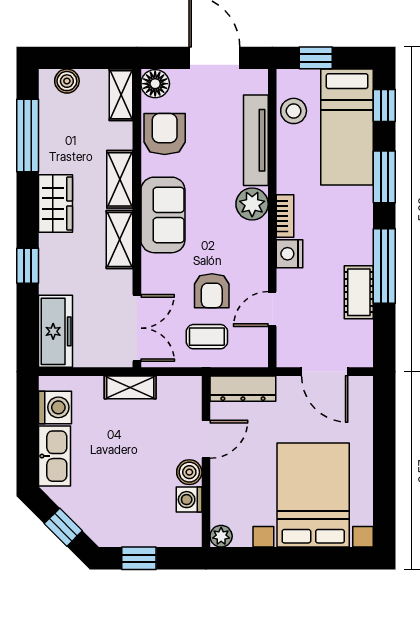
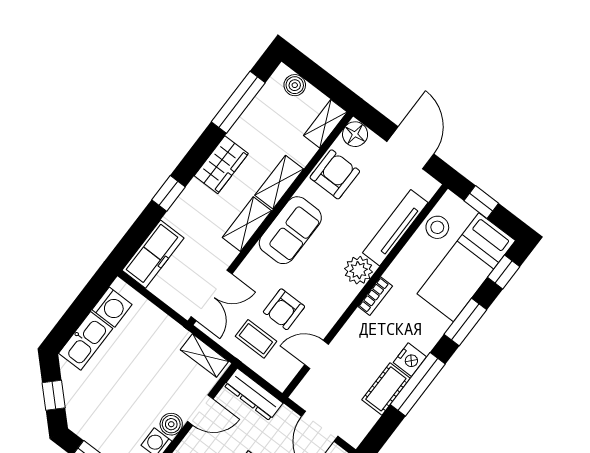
nightstand: (290, 254) -> (410, 360), moved, turned 180
shelving: (130, 387) -> (204, 356), moved

